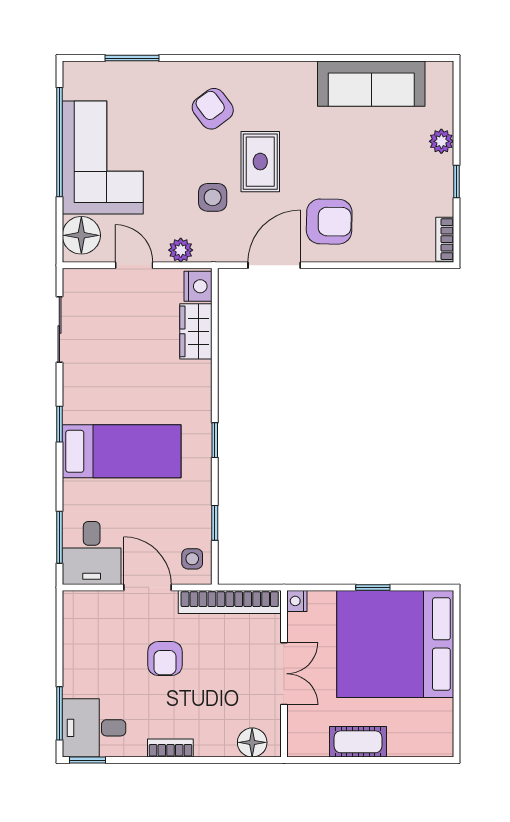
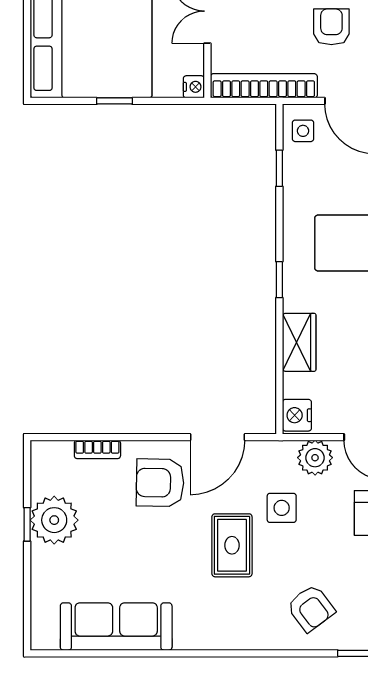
armchair: (213, 109) -> (311, 608), moved
plant: (441, 141) -> (54, 520), moved, width x1.88, depth x1.88
bookcase: (445, 239) -> (97, 449), moved, turned 90
plant: (181, 250) -> (315, 458), width x1.38, depth x1.38
wardrobe: (196, 331) -> (299, 342), moved
window: (215, 440) -> (279, 280), moved

